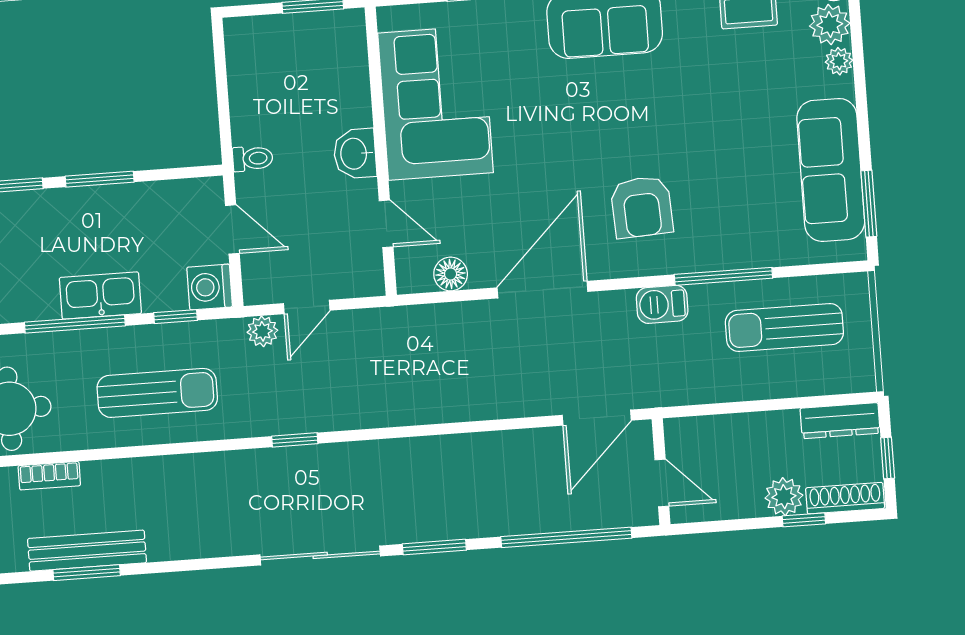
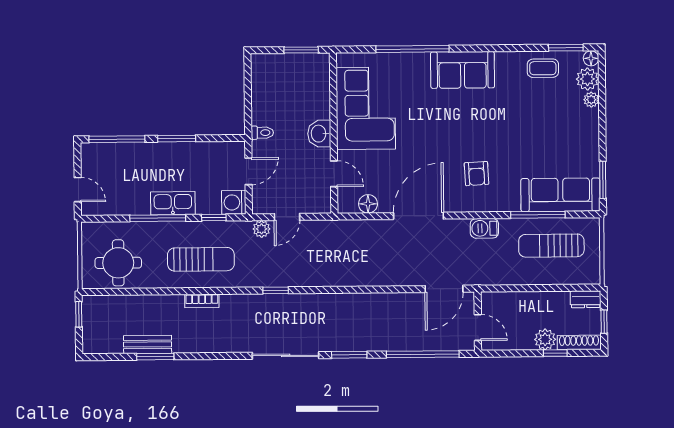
sofa: (831, 170) -> (560, 195), moved, turned 90
armchair: (642, 207) -> (477, 174), width x0.72, depth x0.72
door: (232, 229) -> (248, 171), hinge flipped
window: (723, 276) -> (538, 215), moved
dresser: (840, 421) -> (586, 299), width x0.70
bookcase: (49, 476) -> (202, 301), moved
bench: (87, 551) -> (148, 344), width x0.73

